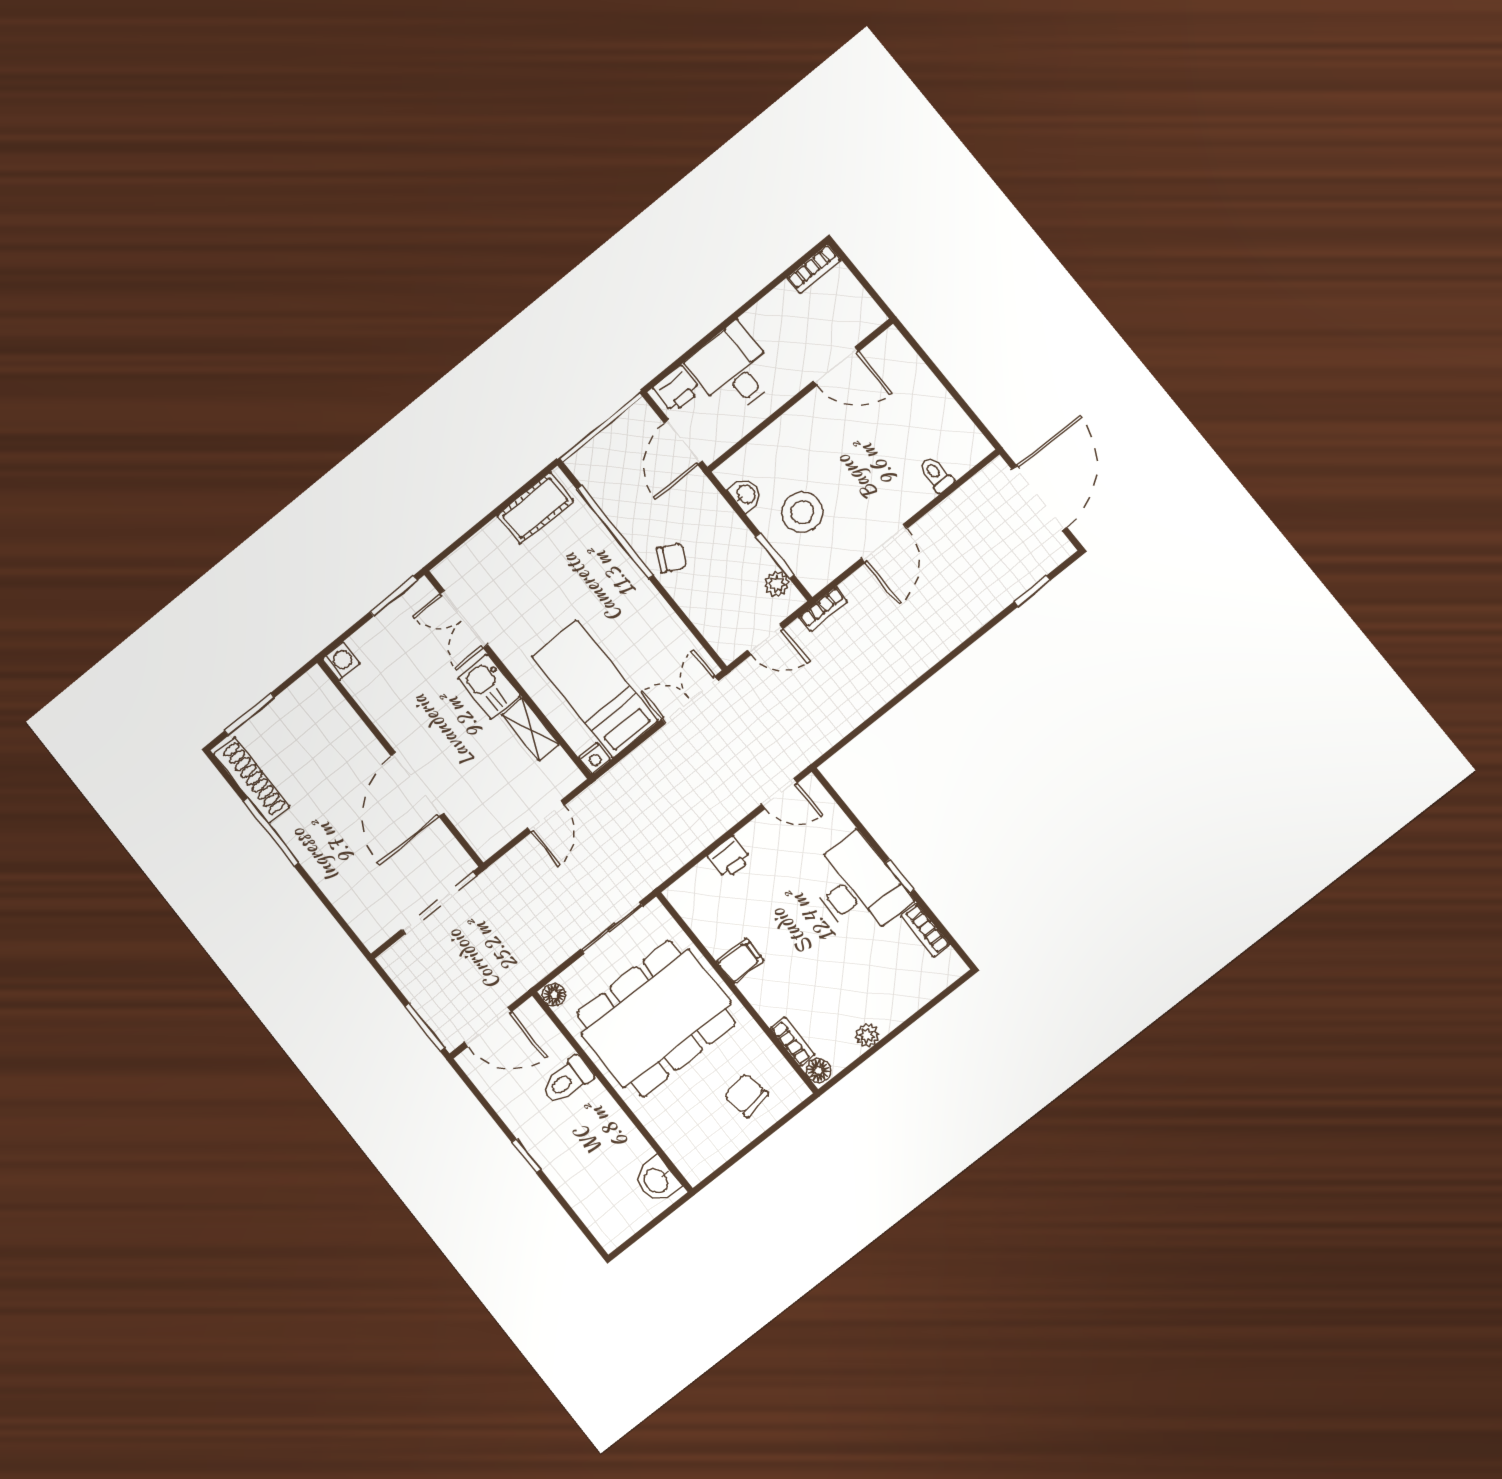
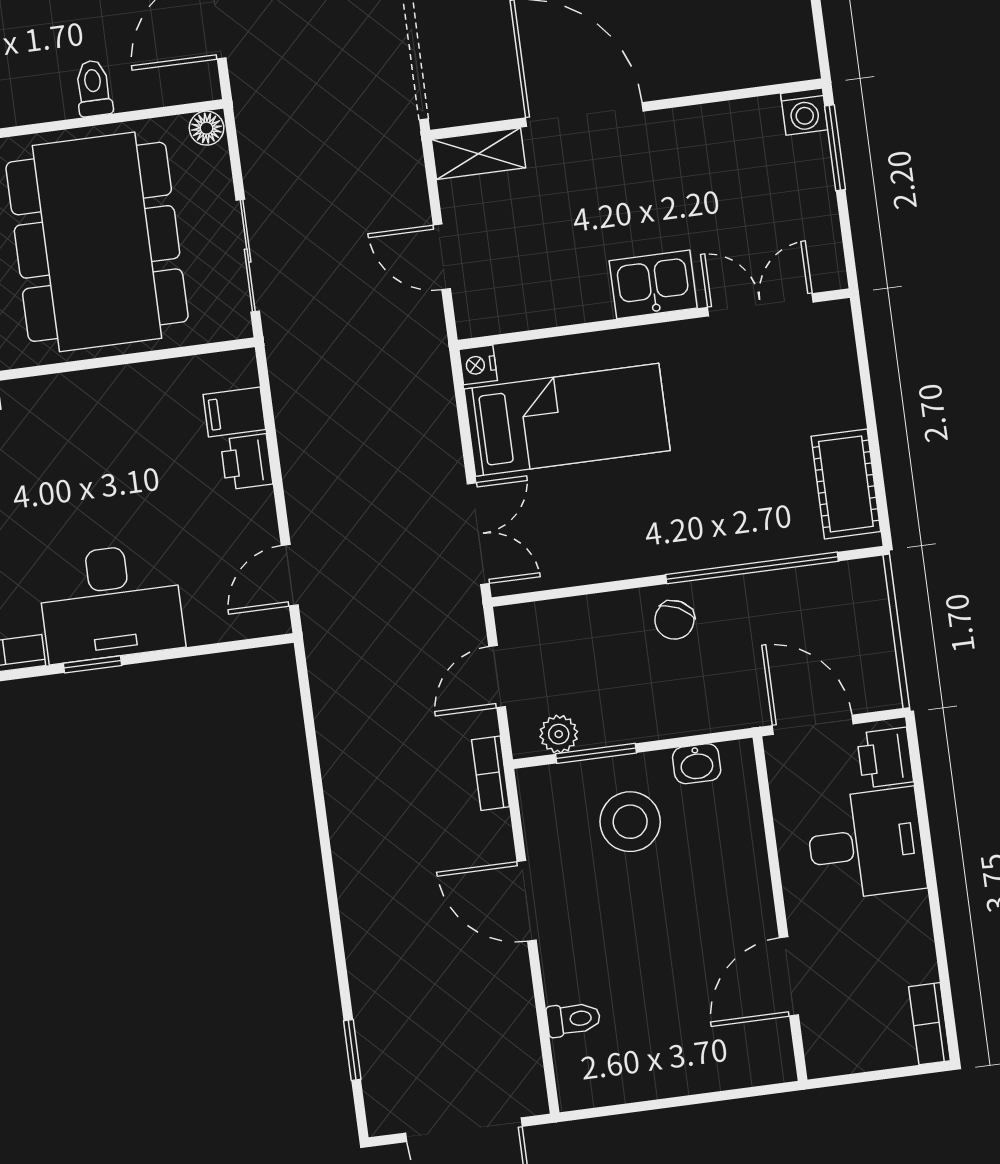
window: (394, 596) -> (835, 148), moved
shelving: (530, 729) -> (478, 154), moved
filing cabinet: (740, 961) -> (234, 412), moved, turned 90
toilet: (567, 1080) -> (94, 88), width x0.73, depth x0.72

